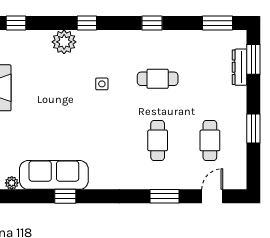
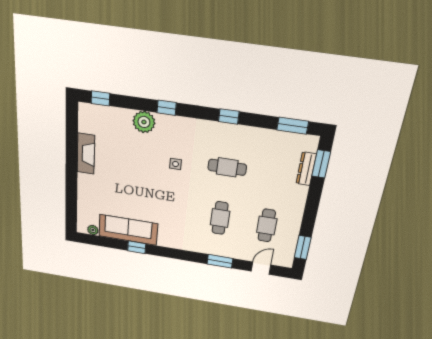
window: (253, 128) -> (303, 247), moved

